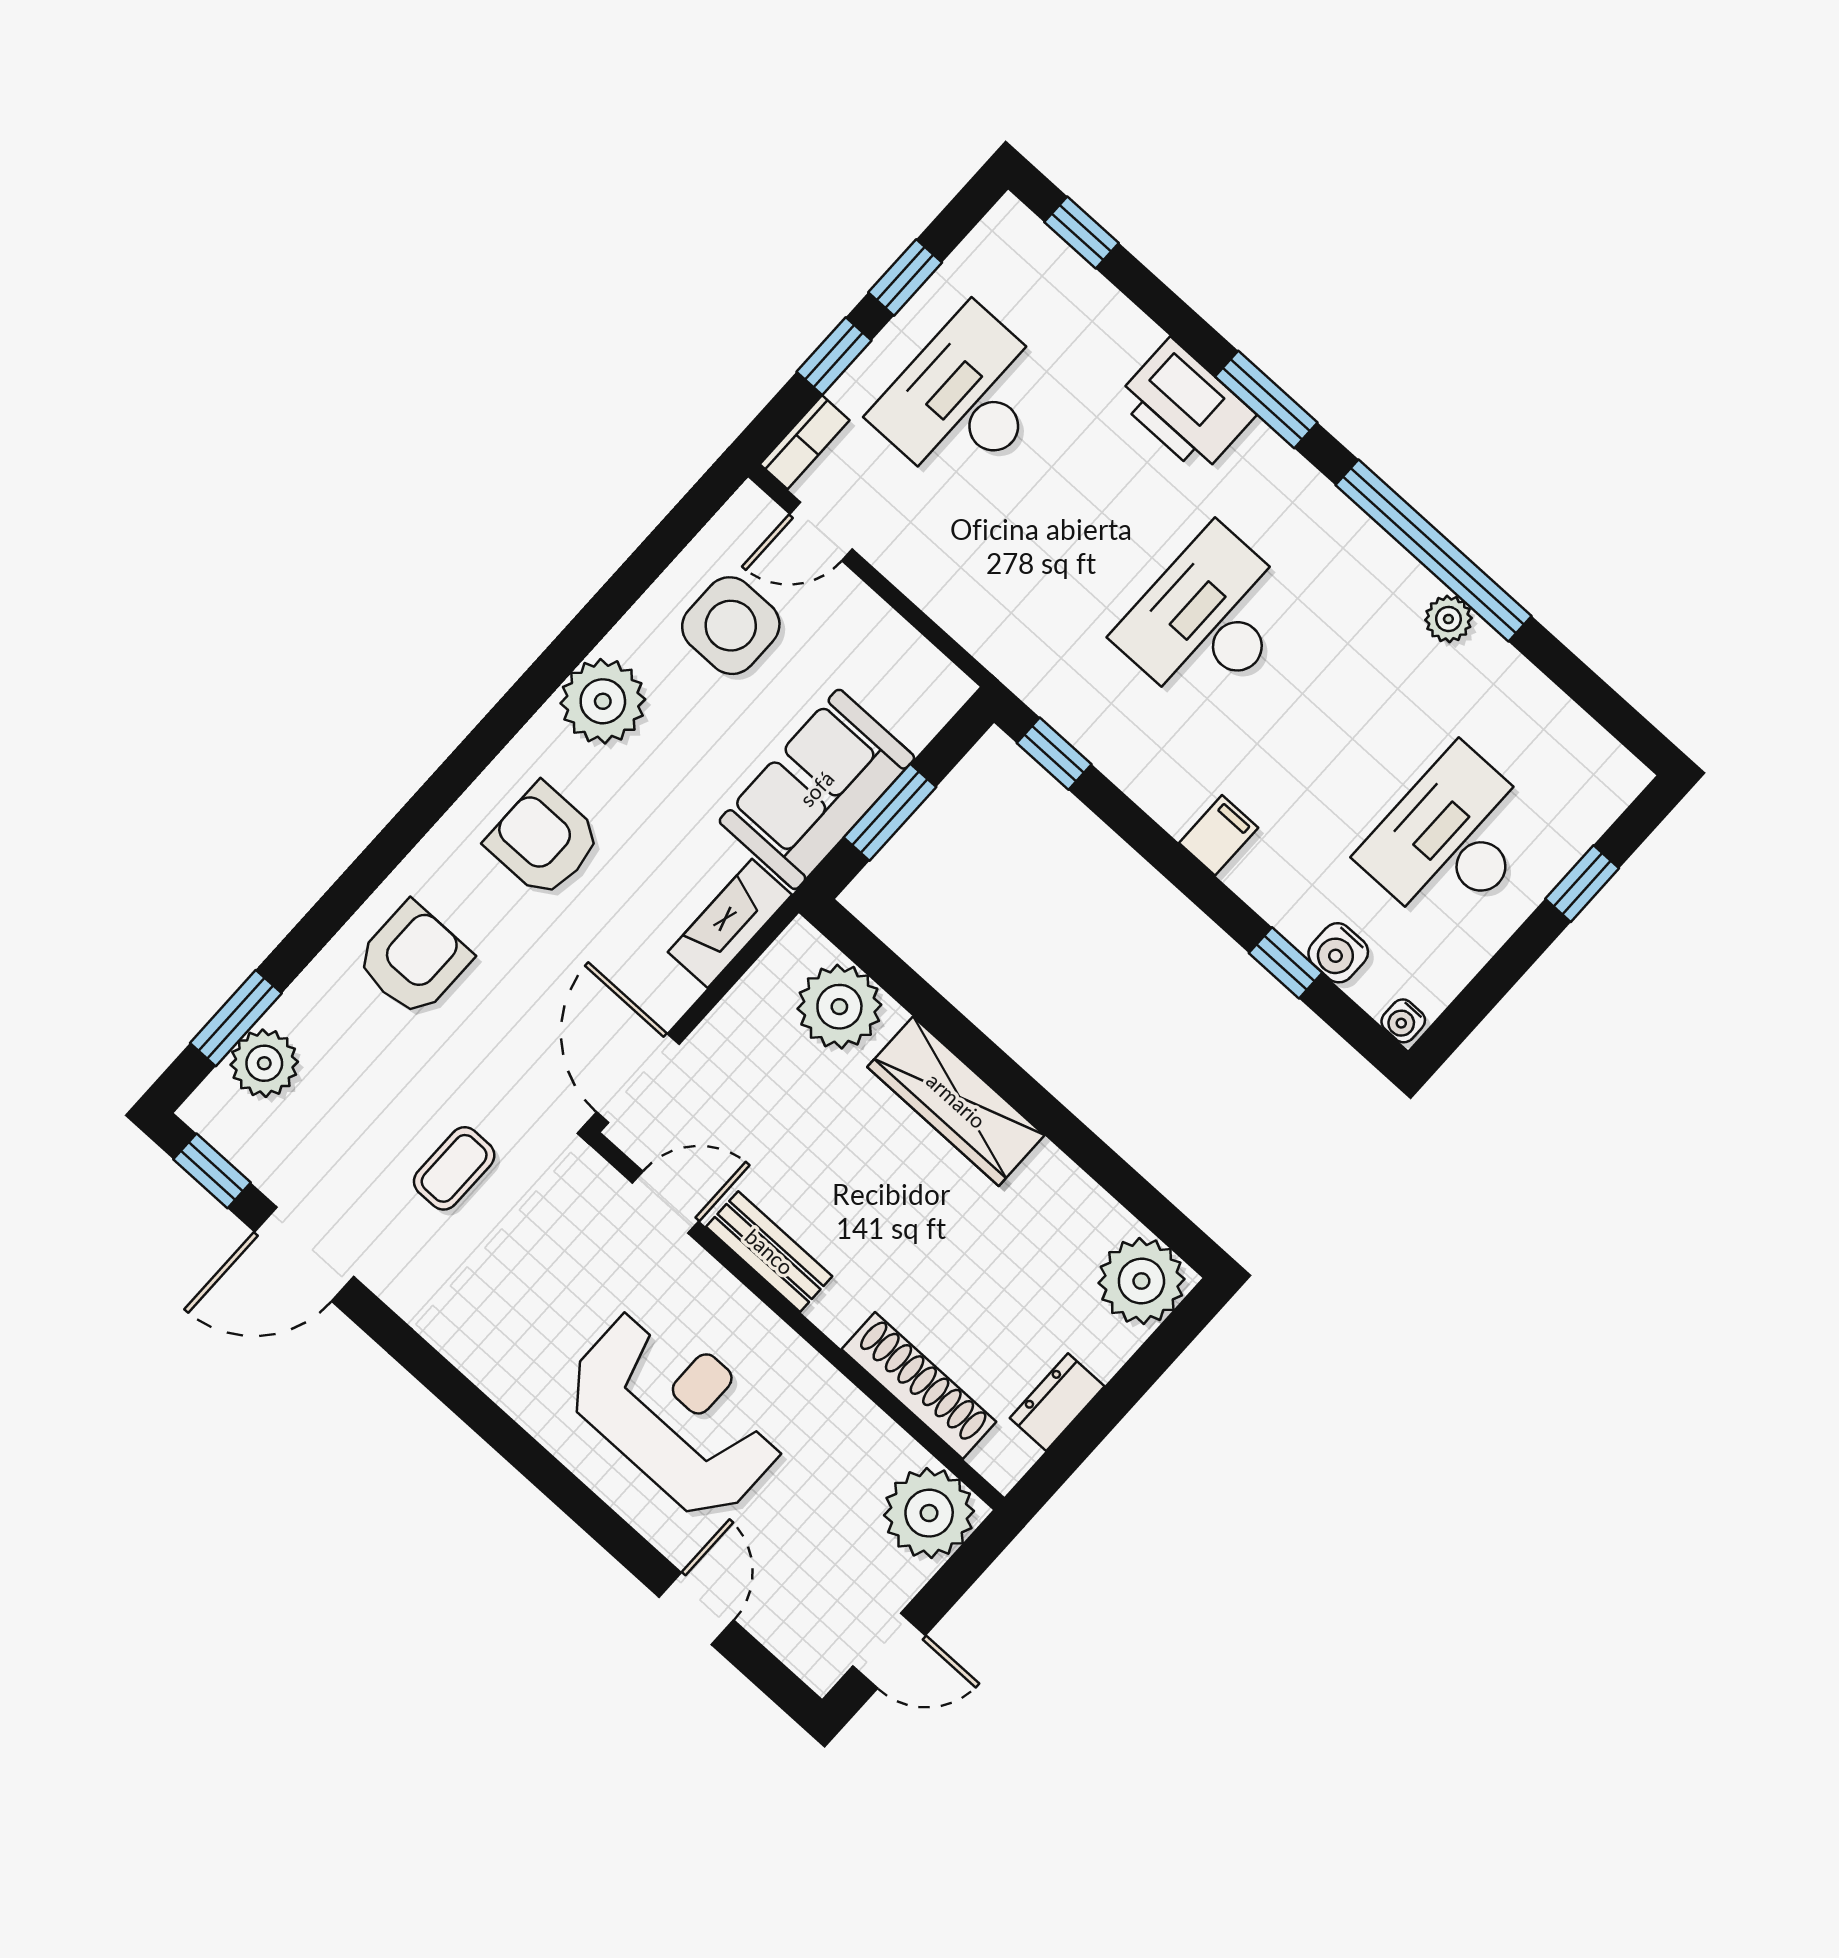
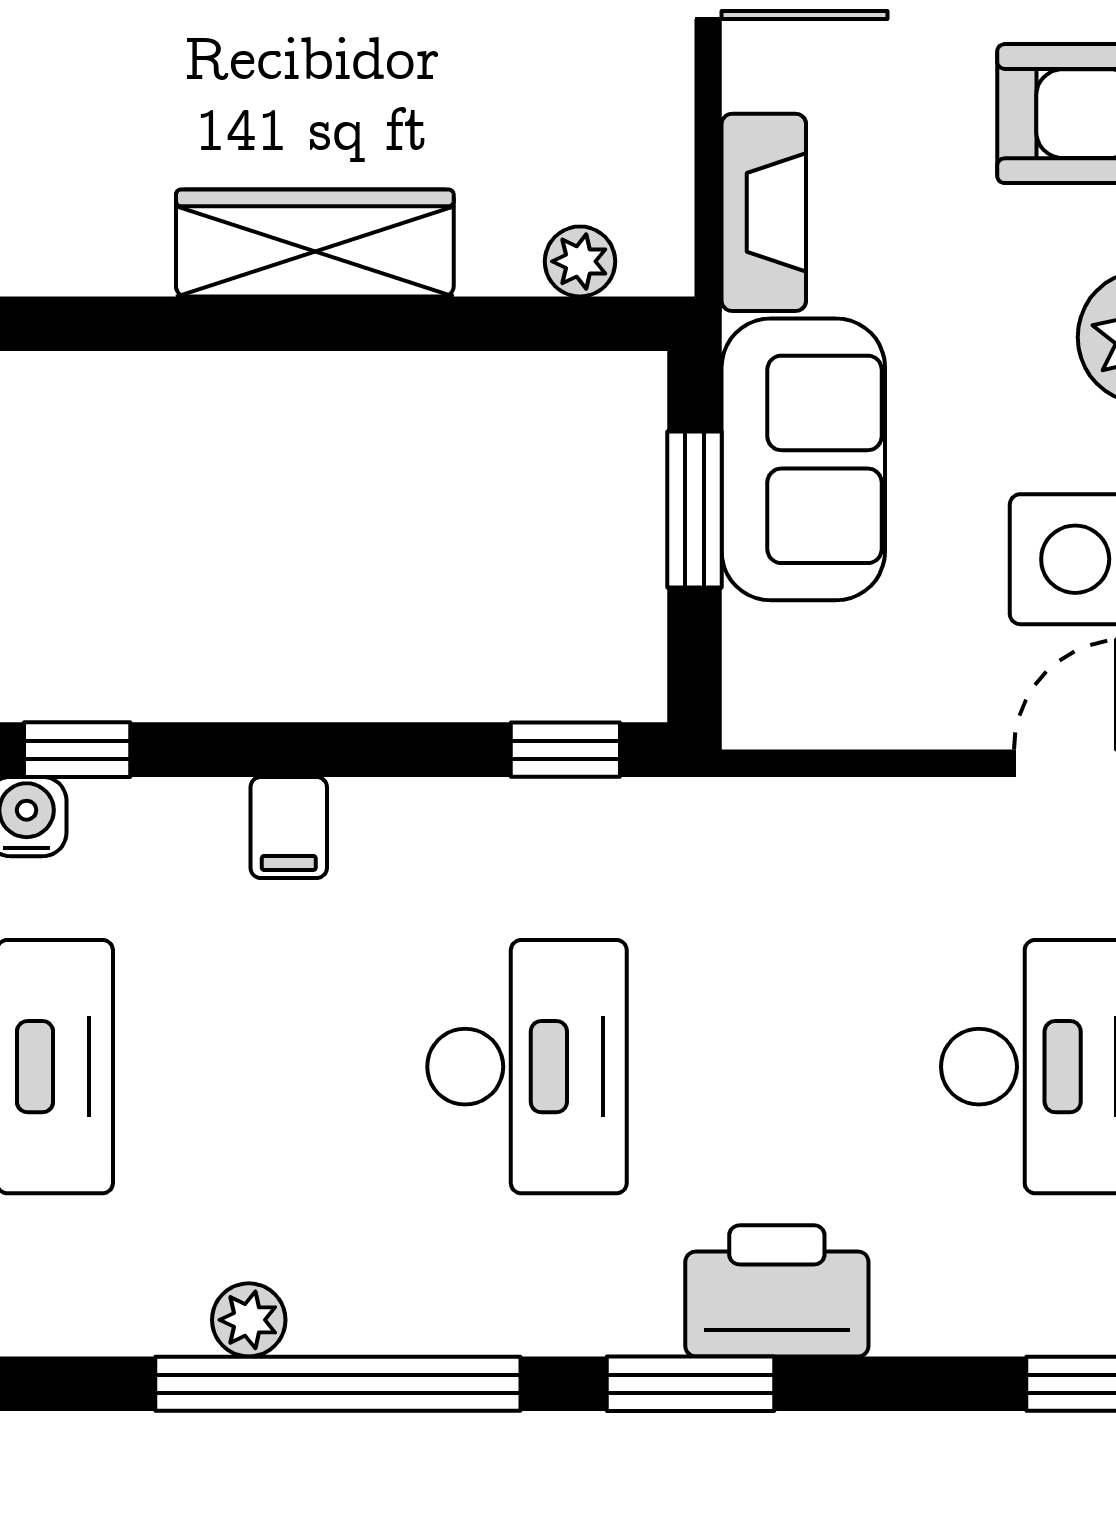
plant: (839, 1007) -> (580, 261), width x0.53, depth x0.53

